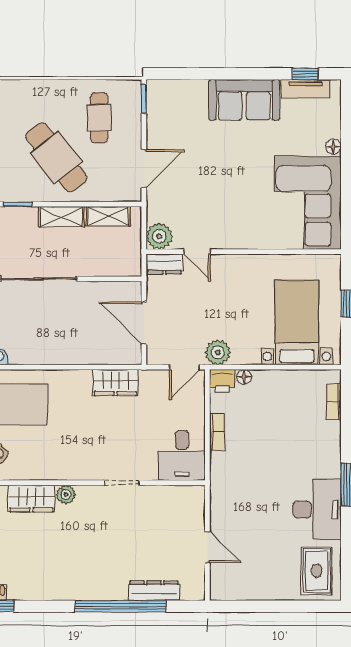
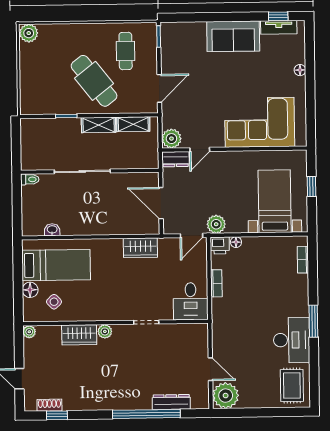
corner sofa: (308, 203) -> (260, 122), moved, turned 90
door: (197, 252) -> (200, 150), hinge flipped
plant: (227, 583) -> (226, 396), added

